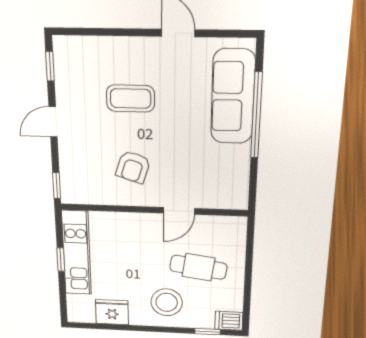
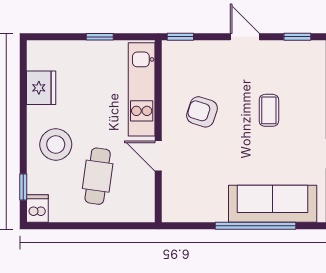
coffee table: (131, 98) -> (269, 110), width x0.73, depth x0.77
kitchen unit: (77, 253) -> (142, 89), moved, turned 90

